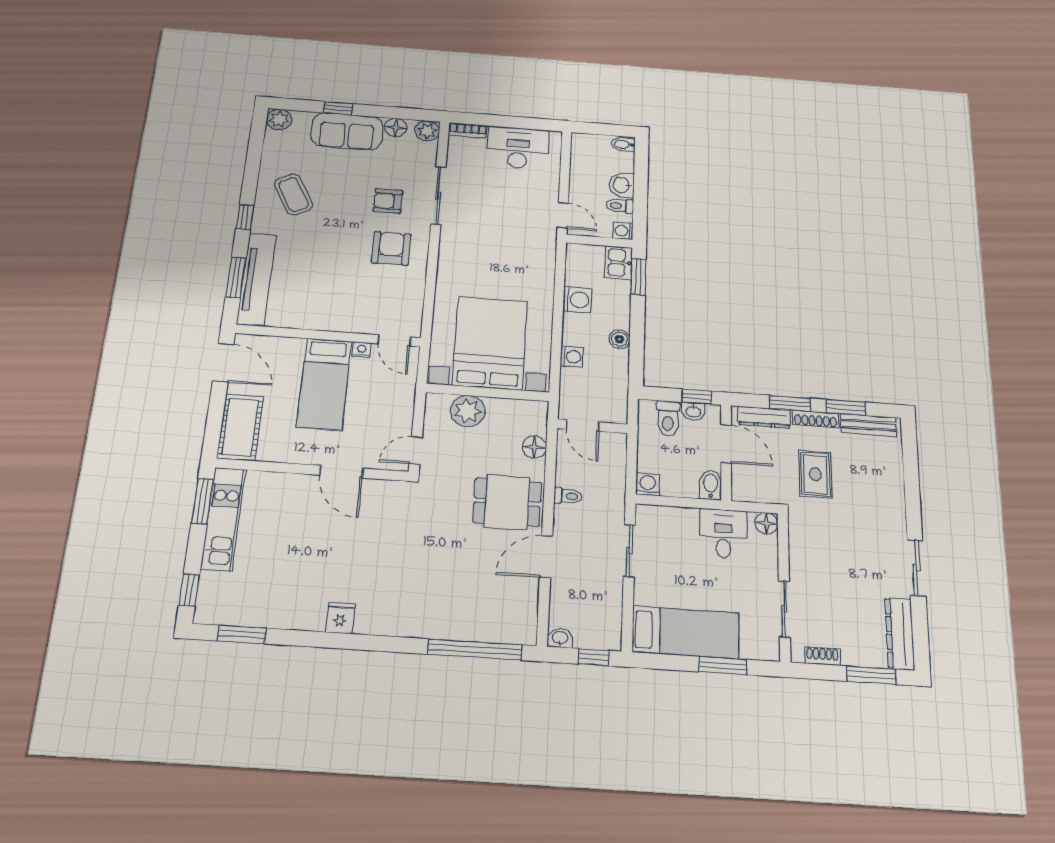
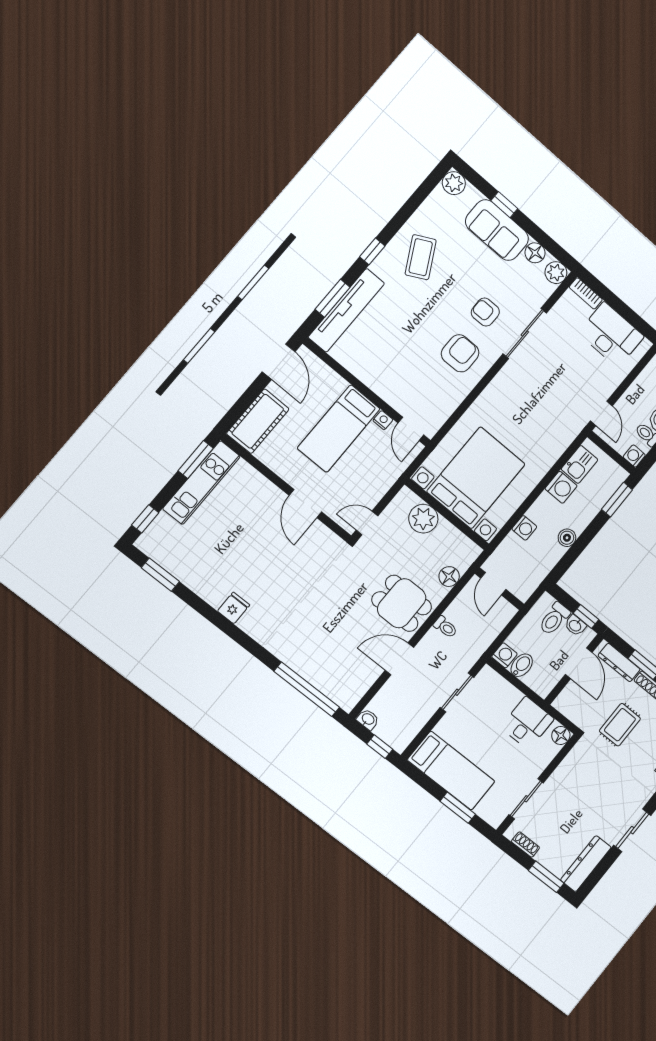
kitchen sink: (618, 263) -> (579, 464), moved, turned 180
bidet: (711, 485) -> (522, 665), moved

